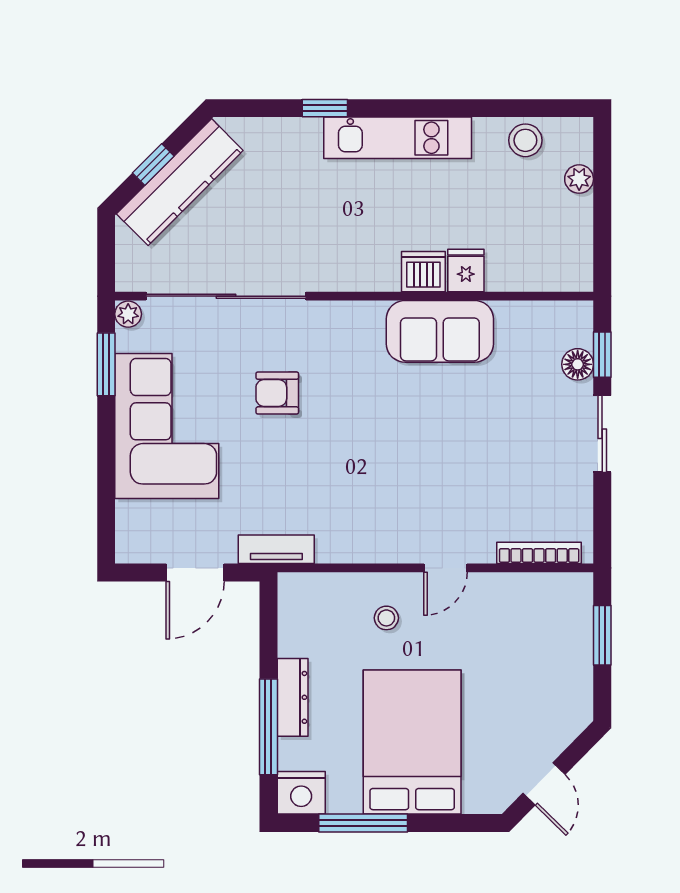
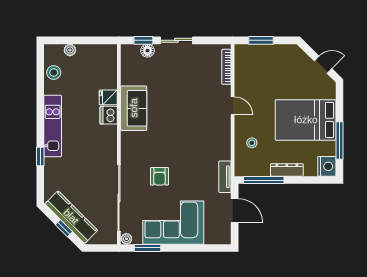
stool: (386, 618) -> (252, 143), moved
window: (268, 727) -> (264, 180), moved

